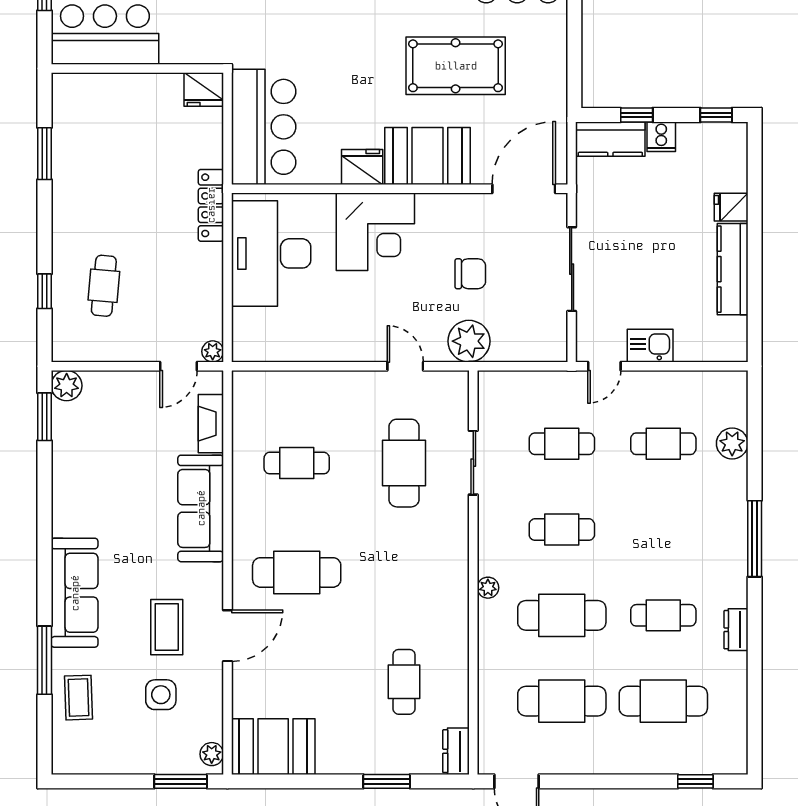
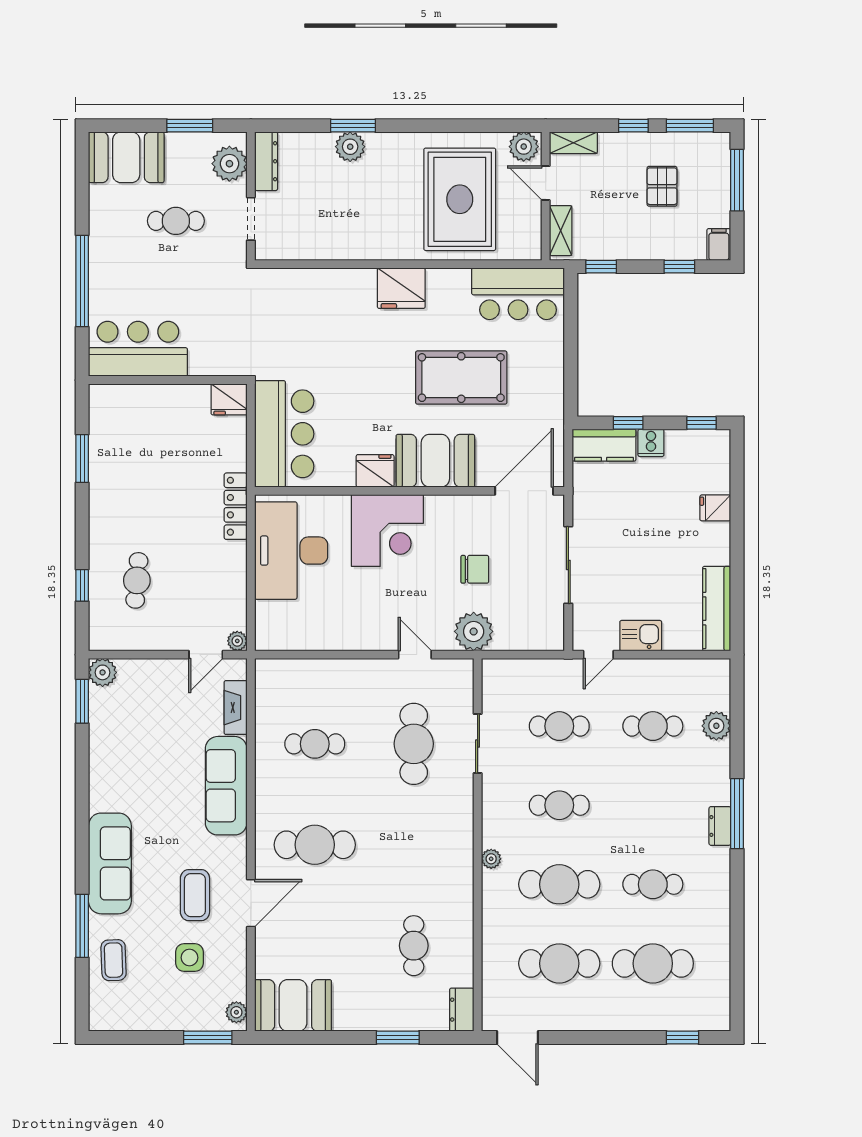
kitchen counter: (733, 269) -> (717, 609), moved
dresser: (736, 630) -> (720, 826), moved

